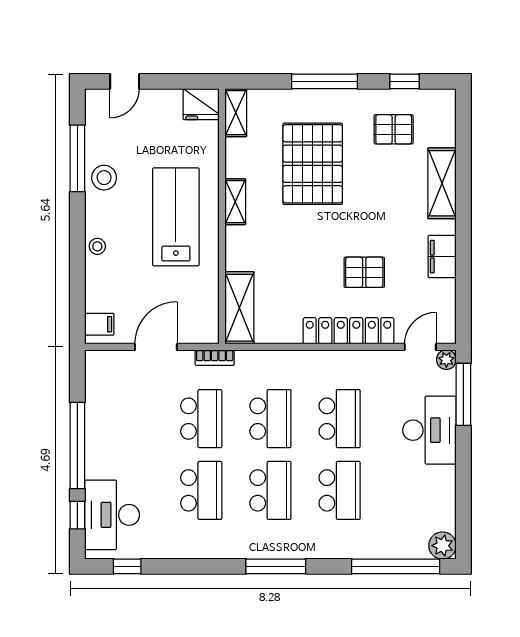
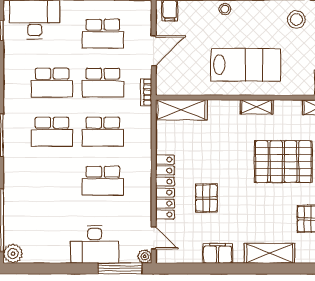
stool: (104, 178) -> (296, 19), moved
door: (156, 347) -> (154, 51), hinge flipped
school desk: (340, 490) -> (103, 34), moved

